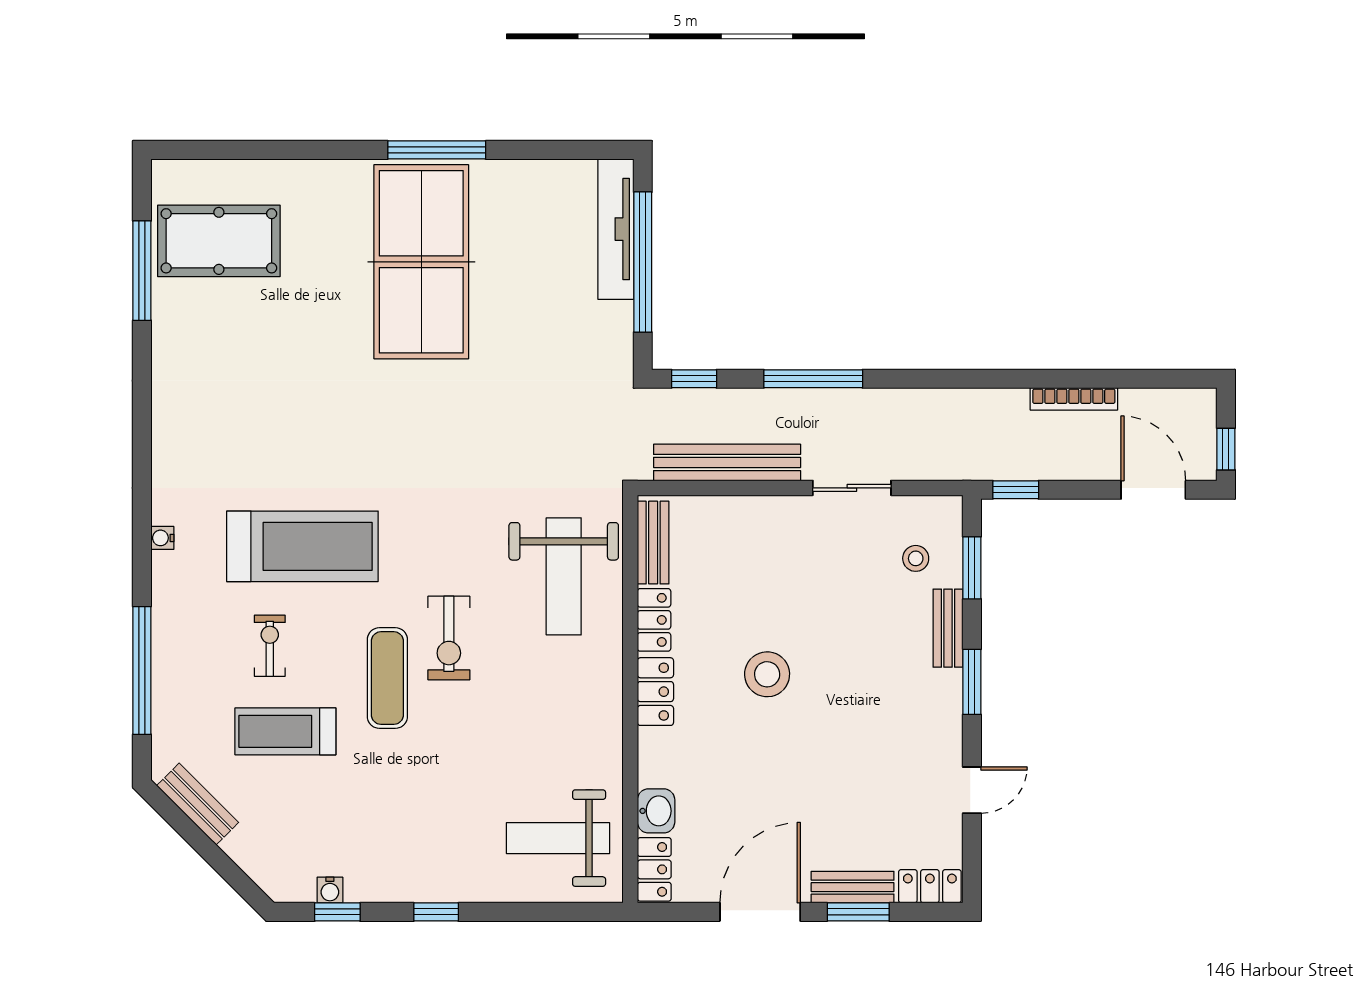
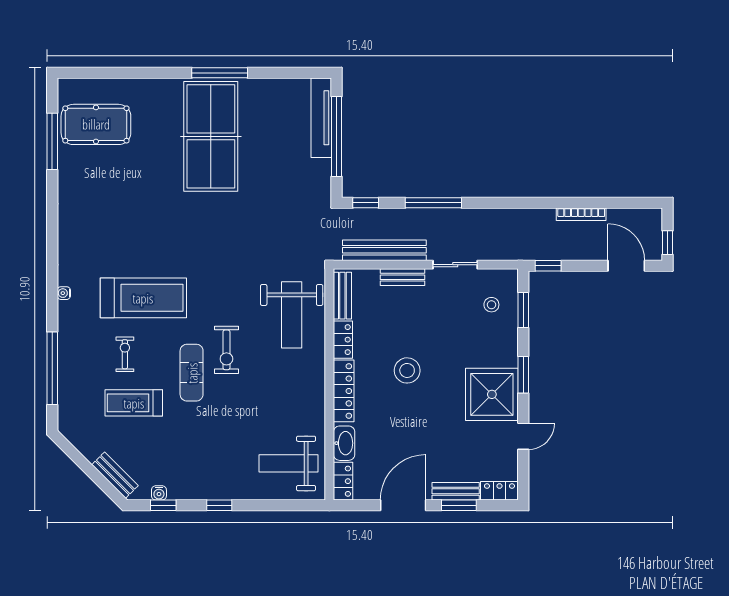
bench: (948, 628) -> (402, 277), moved, turned 90
locker: (655, 692) -> (344, 391), width x1.53
shower: (916, 716) -> (492, 394), added
bench: (198, 804) -> (115, 475), moved
washbasin: (656, 811) -> (344, 443), width x1.38

